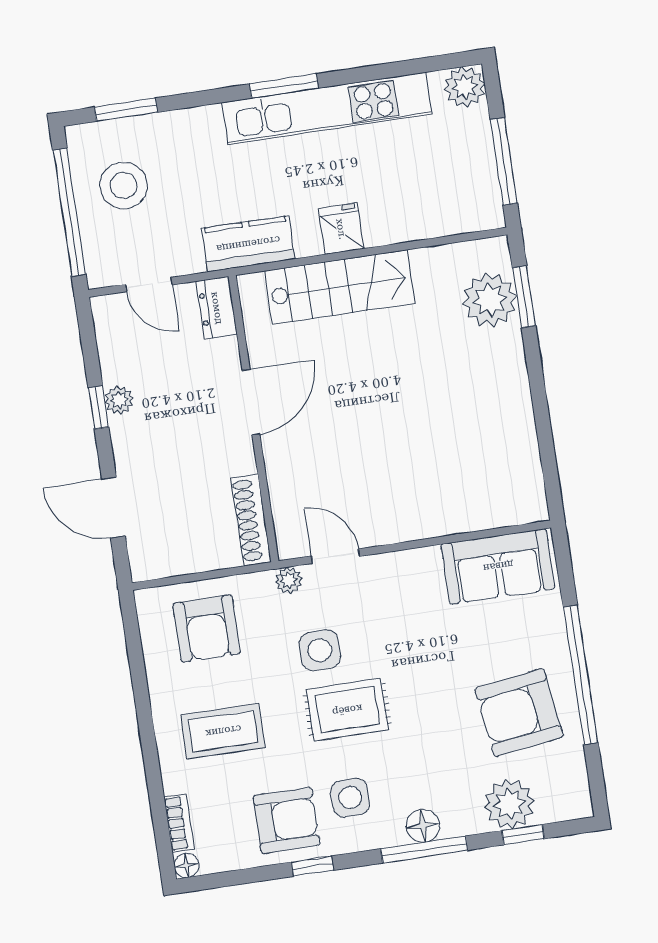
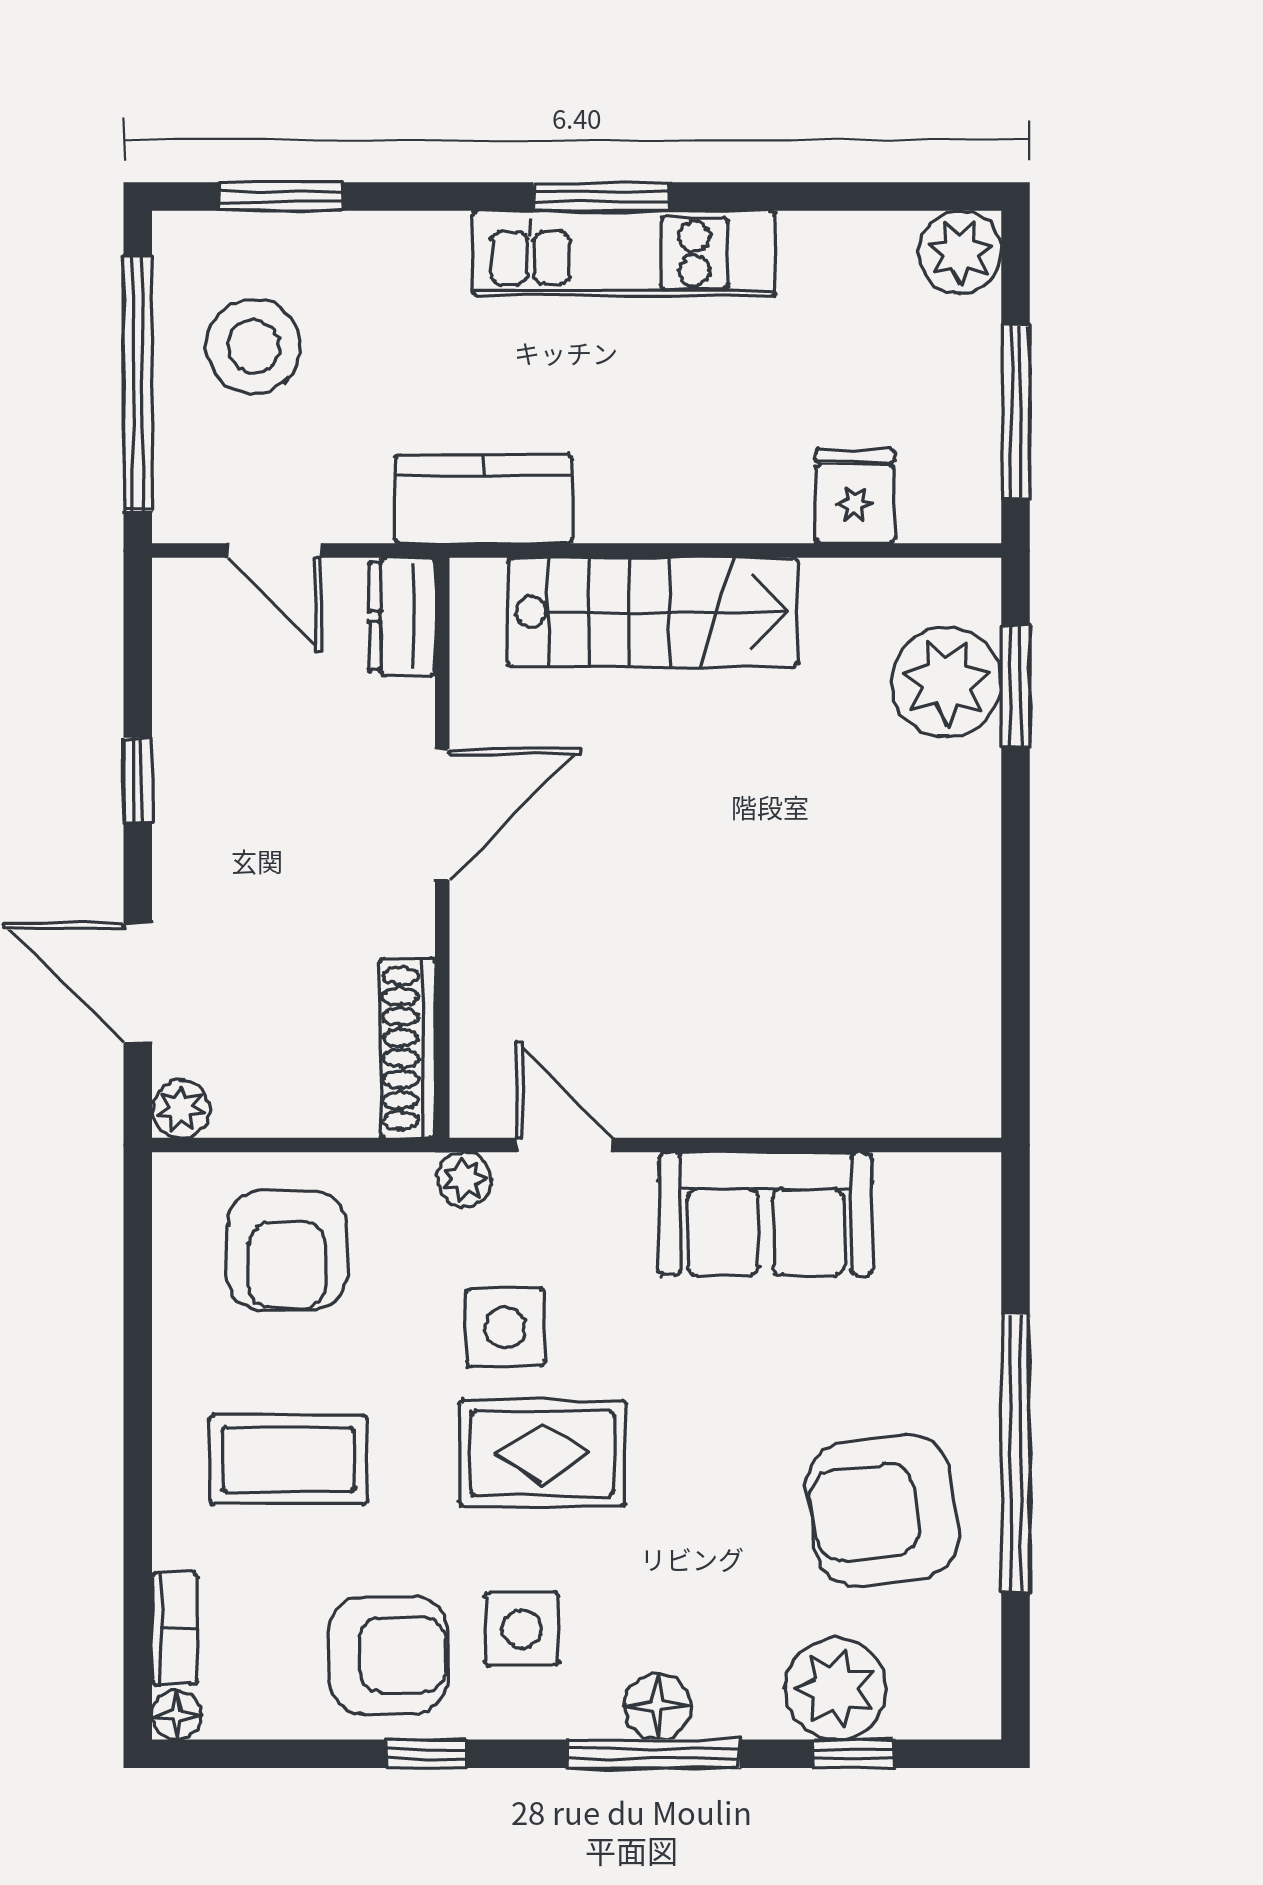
kitchen unit: (327, 108) -> (624, 253), width x0.73
fridge: (341, 229) -> (855, 496), moved
plant: (119, 400) -> (181, 1109), moved
sofa: (498, 566) -> (766, 1214), moved

